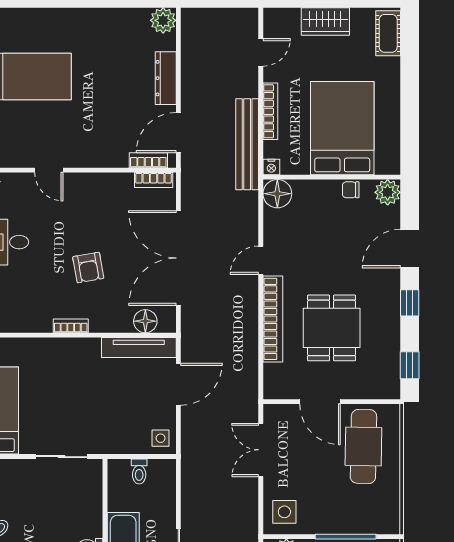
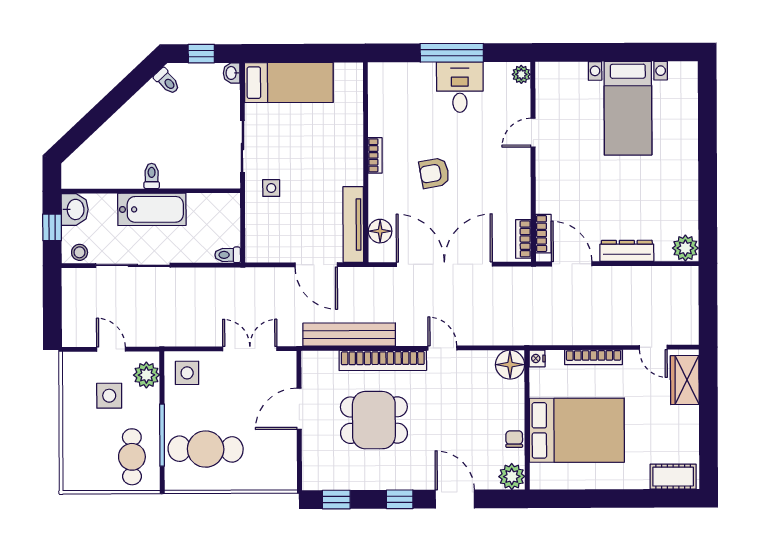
wardrobe: (325, 22) -> (685, 380), moved
bench: (247, 144) -> (349, 335), moved
side table: (161, 438) -> (271, 188), moved
cafe table: (363, 446) -> (206, 449), moved
toilet: (139, 471) -> (228, 255), moved

